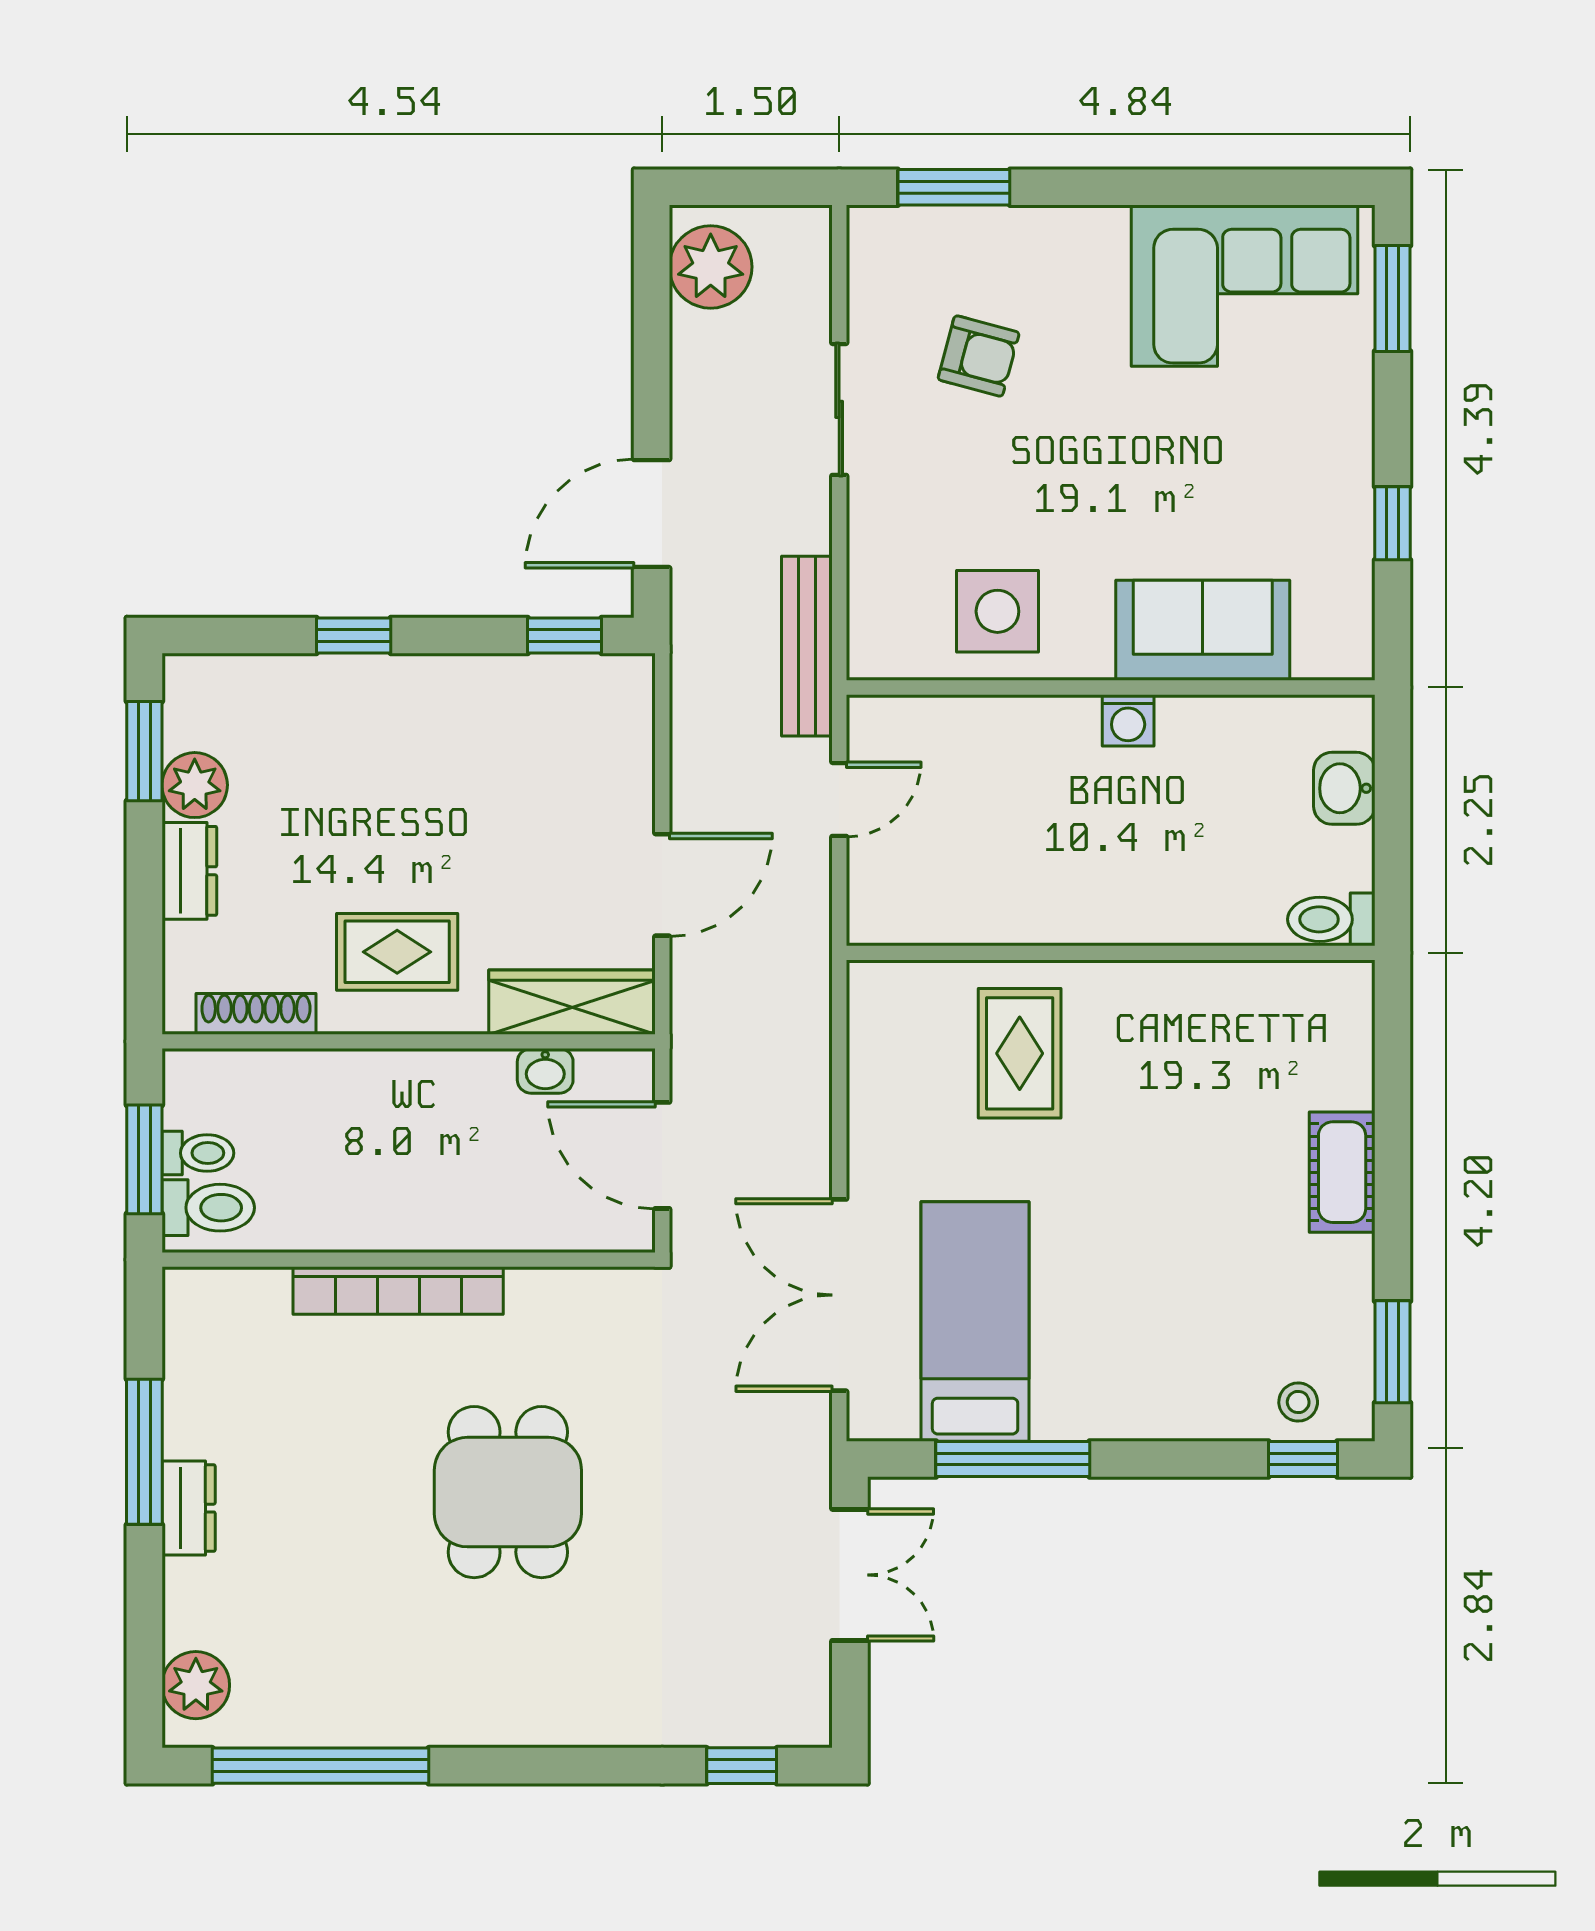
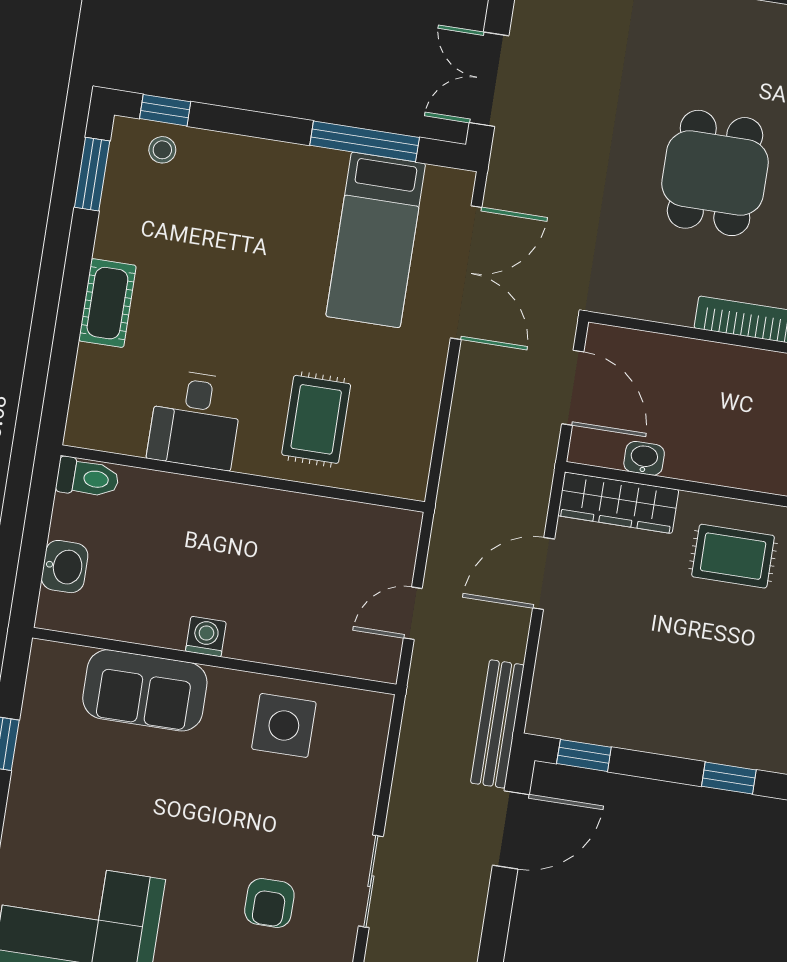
armchair: (979, 356) -> (269, 903), turned -105
bench: (807, 646) -> (497, 724), moved
desk: (1191, 1026) -> (195, 420), added

